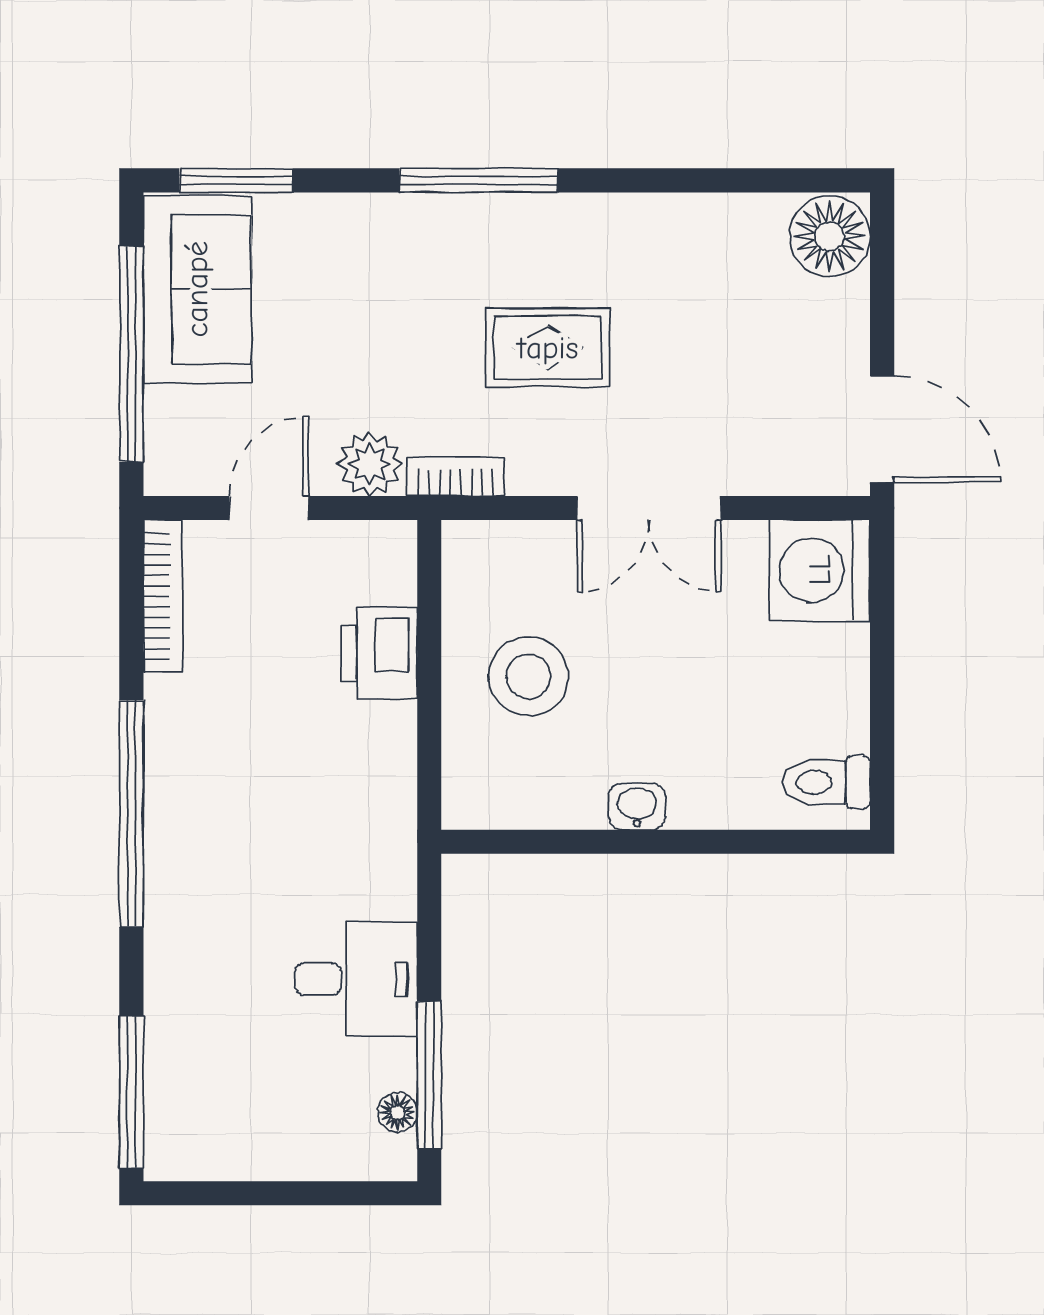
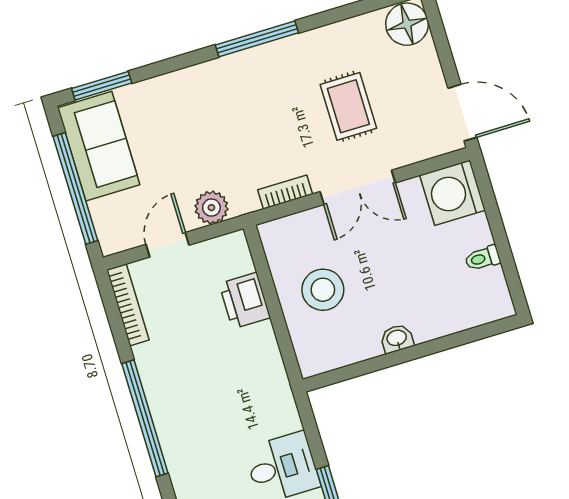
window: (478, 180) -> (257, 39), moved
rug: (548, 348) -> (348, 106), moved, turned 90
bookcase: (456, 477) -> (285, 192), moved
toilet: (826, 782) -> (483, 258), moved, width x0.73, depth x0.72

